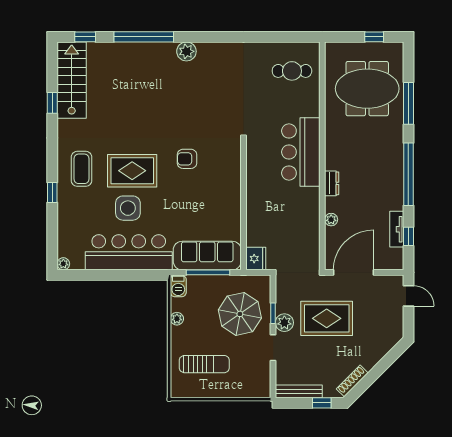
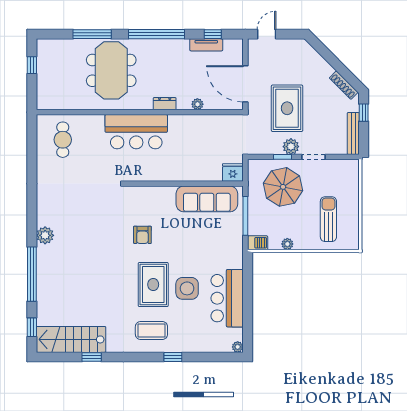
meeting table: (367, 89) -> (111, 70), moved
bar counter: (129, 252) -> (227, 298), width x0.73
sofa: (207, 256) -> (207, 199), moved, turned -90

